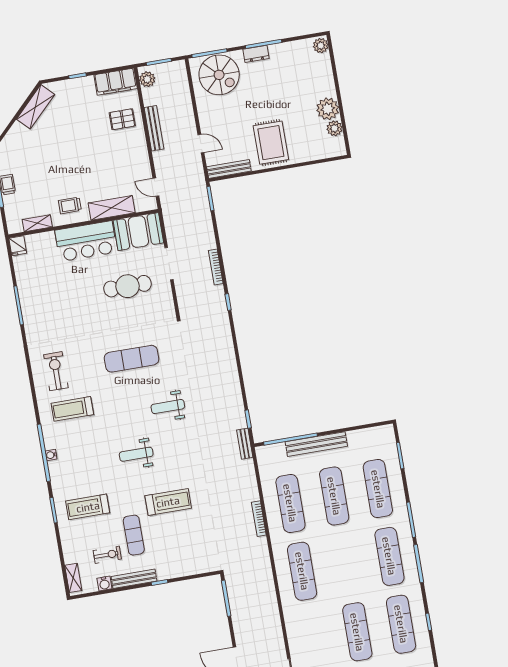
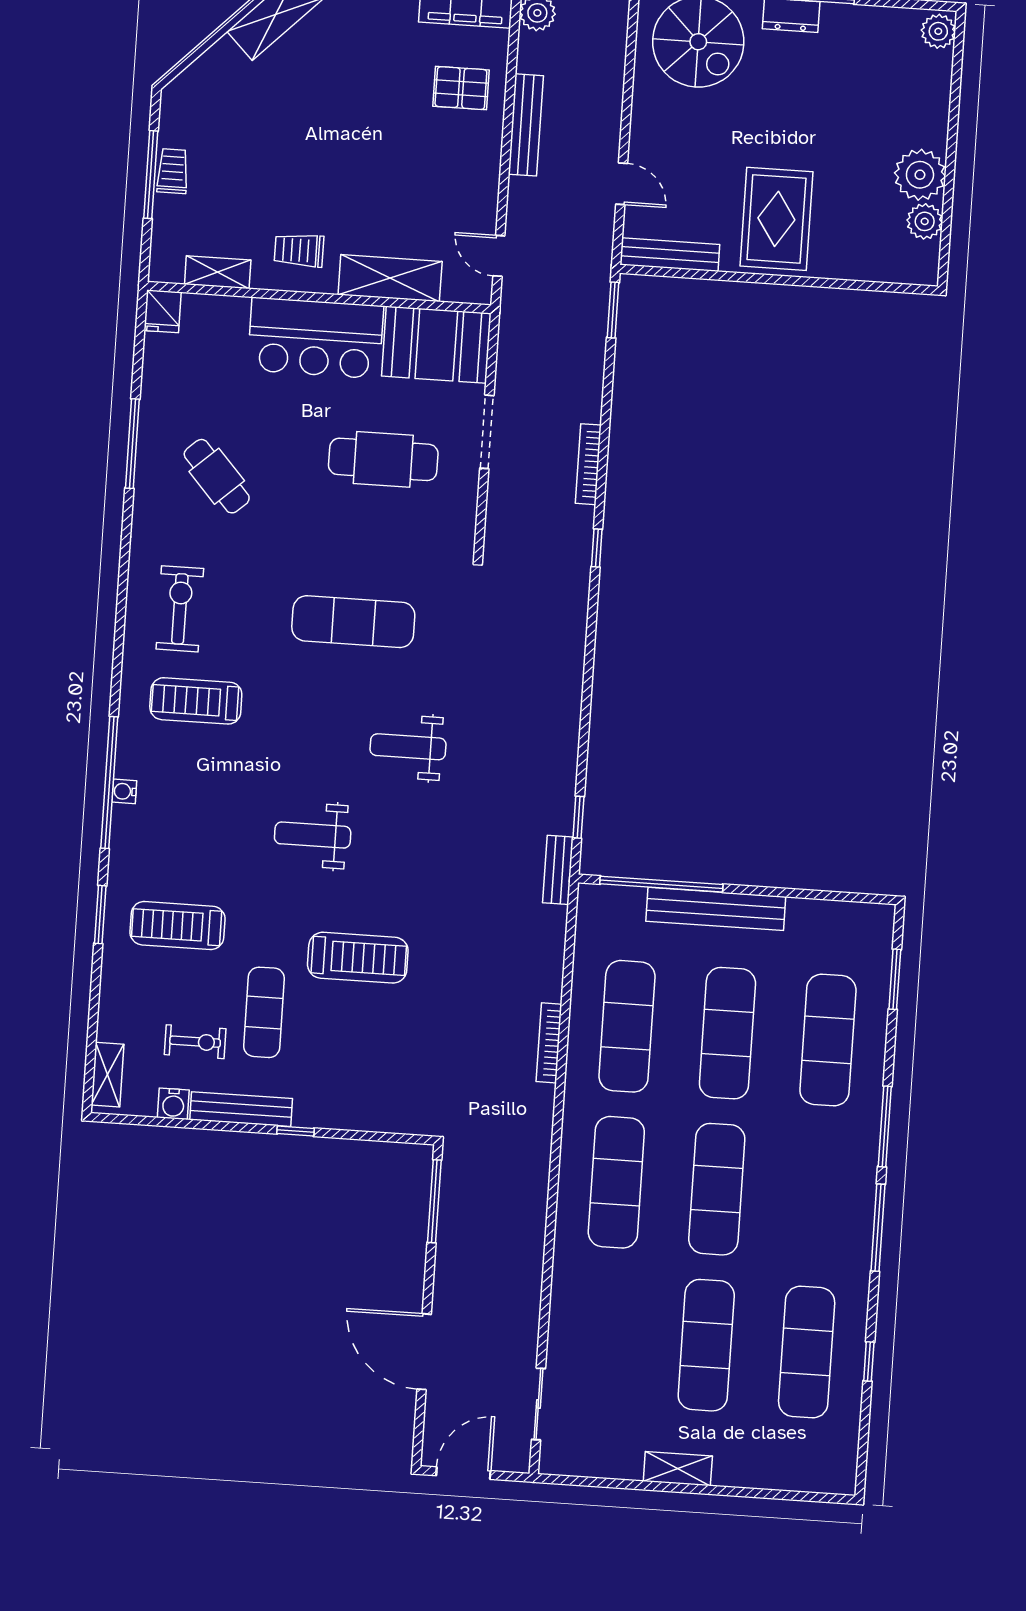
cafe table: (58, 311) -> (217, 476), added
exercise mat: (389, 556) -> (717, 1189), moved

